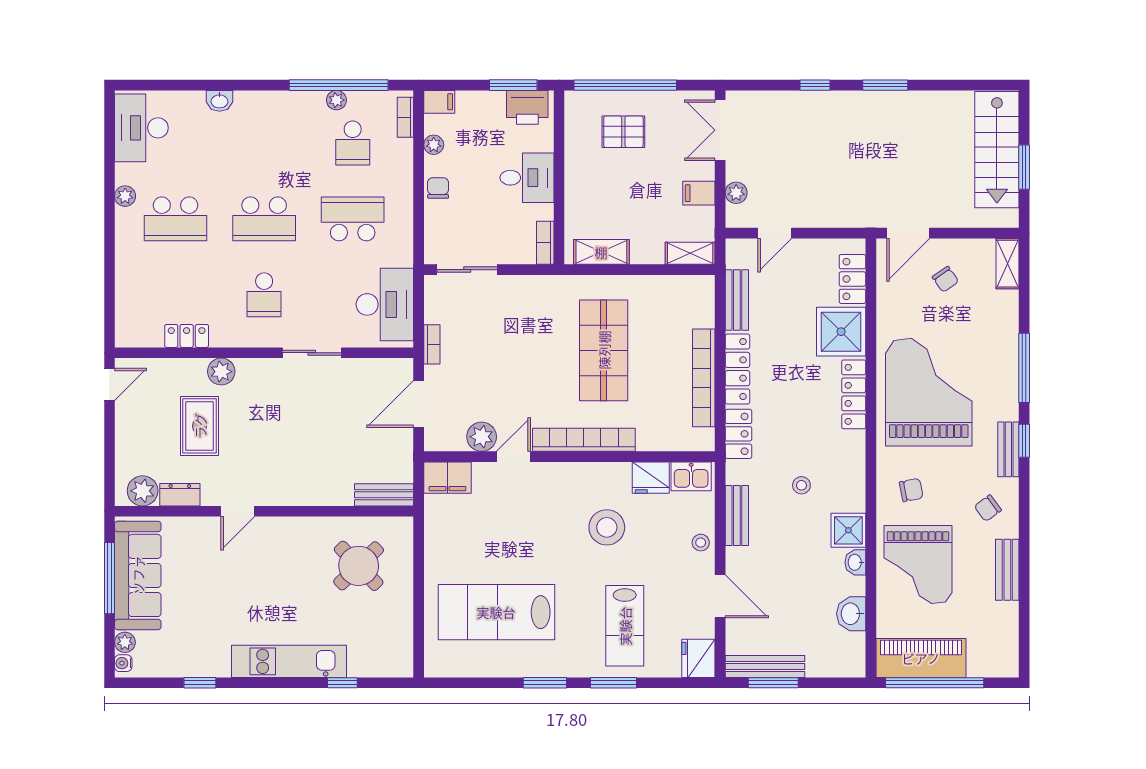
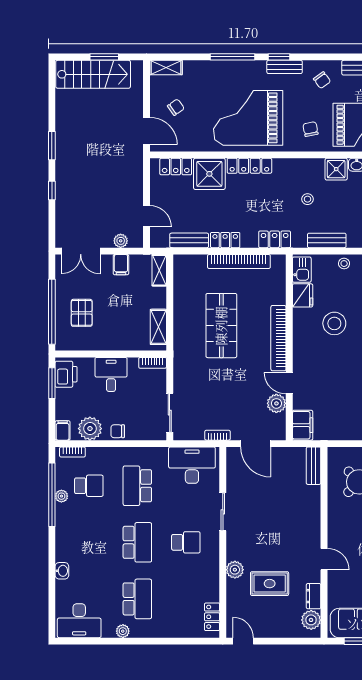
plant: (434, 145) -> (90, 429), width x1.88, depth x1.88
locker: (187, 336) -> (212, 617), moved
shop shelf: (604, 350) -> (221, 326), turned 90
locker: (737, 369) -> (225, 240), width x0.66

